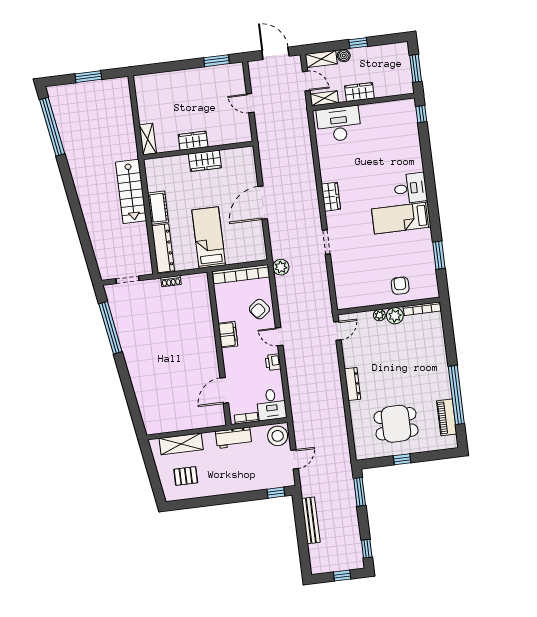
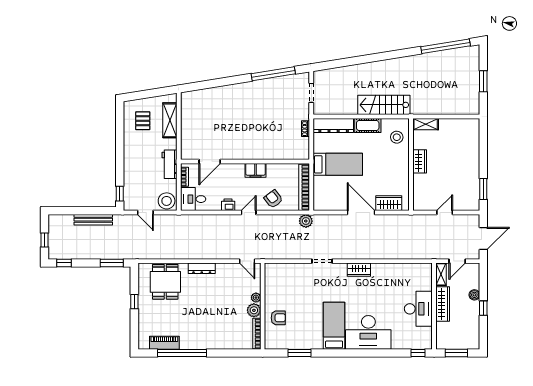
shelving: (321, 59) -> (474, 276), removed
wardrobe: (359, 92) -> (443, 304), width x1.50
desk: (339, 124) -> (418, 309), moved
wardrobe: (205, 161) -> (389, 203), moved, turned 90
stool: (168, 171) -> (397, 137), added
desk: (410, 188) -> (368, 332), width x1.87, depth x1.30
door: (224, 390) -> (210, 161), swing flipped
dining table: (396, 424) -> (165, 282), moved

